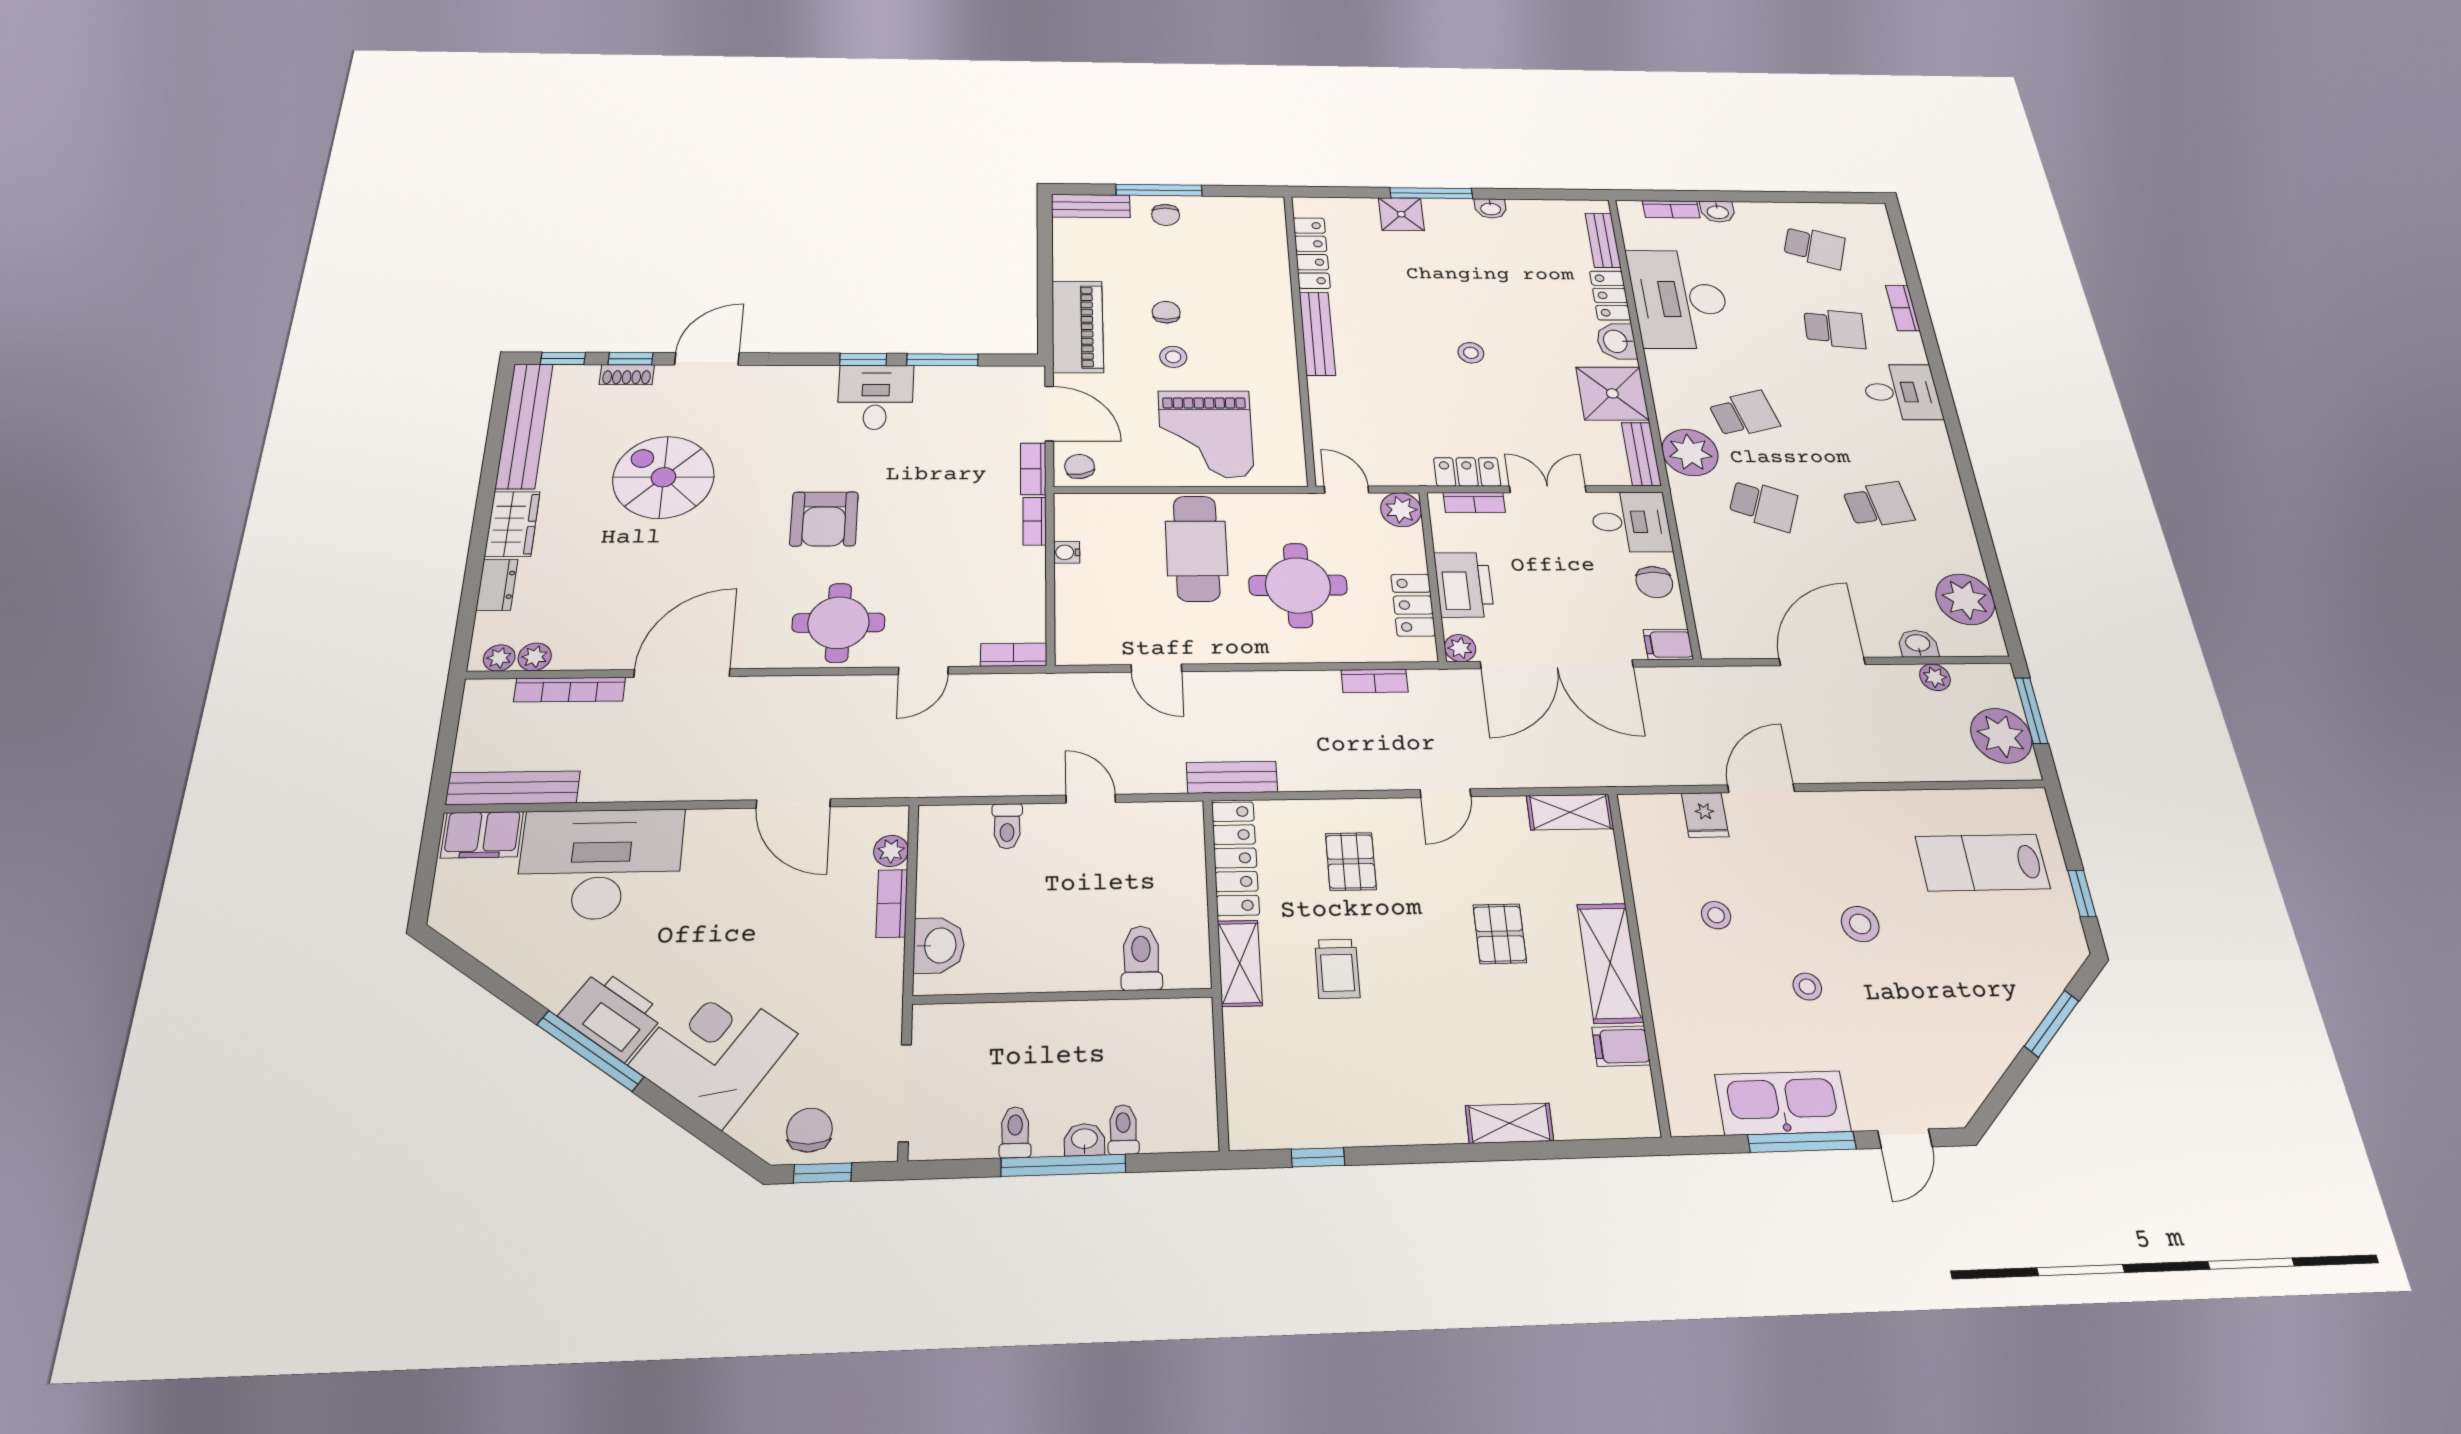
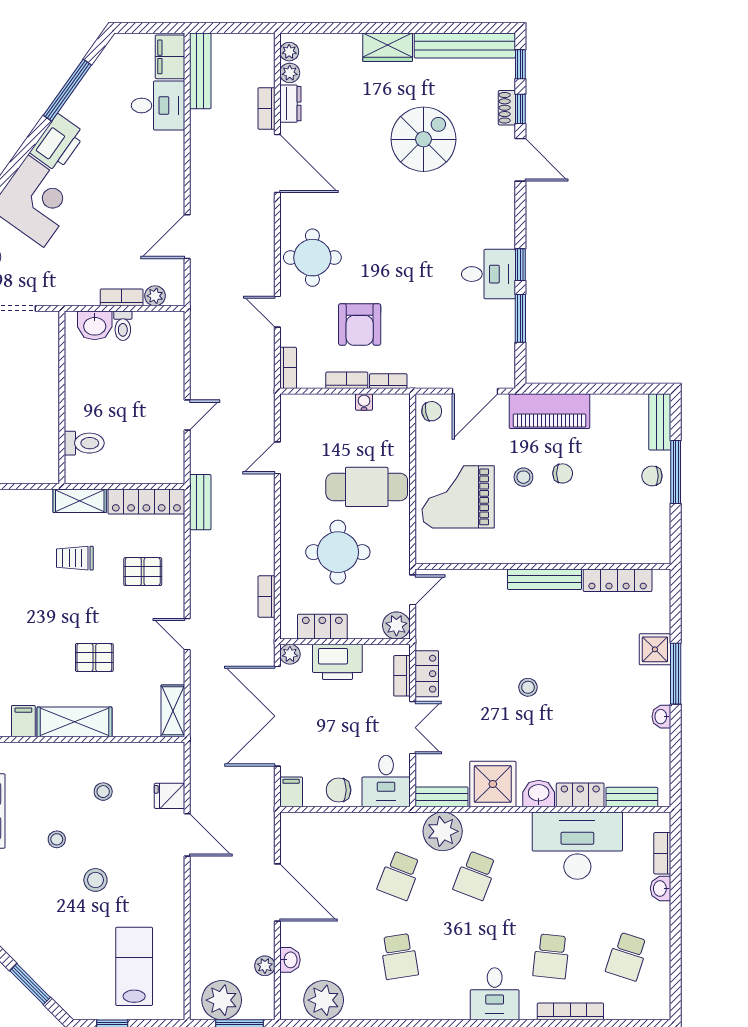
bookcase: (1903, 308) -> (570, 1011), width x1.56
school desk: (1744, 414) -> (475, 875), turned 36
bookcase: (1033, 469) -> (347, 380), moved
armchair: (824, 519) -> (360, 324), moved, turned -90
dresser: (497, 585) -> (290, 104), moved, turned -90
bookcase: (570, 690) -> (266, 108), width x0.64
toilet: (1007, 826) -> (123, 326), moved, turned -90
desk: (600, 864) -> (158, 105), width x0.53, depth x0.77
window: (590, 1051) -> (67, 90), moved

